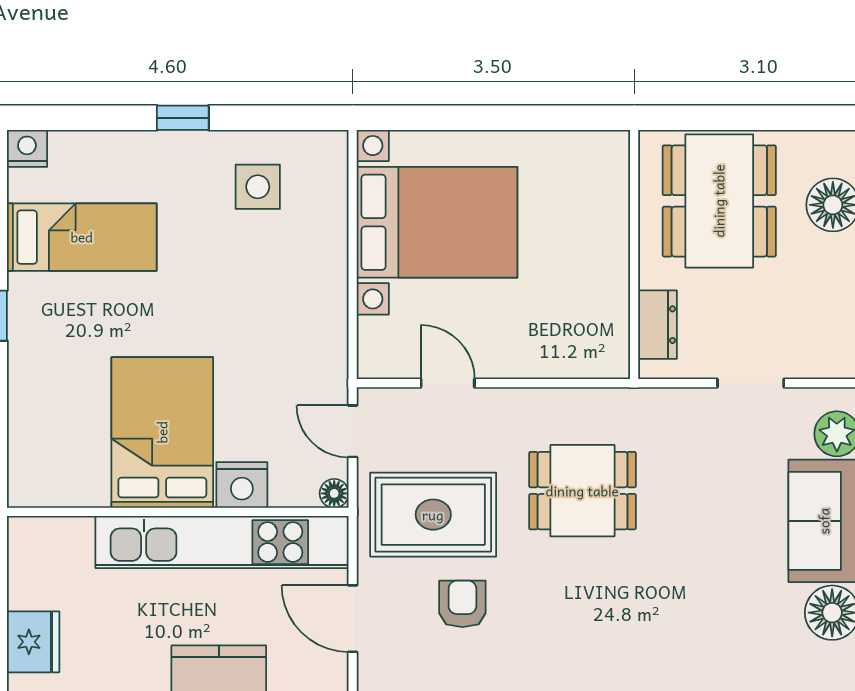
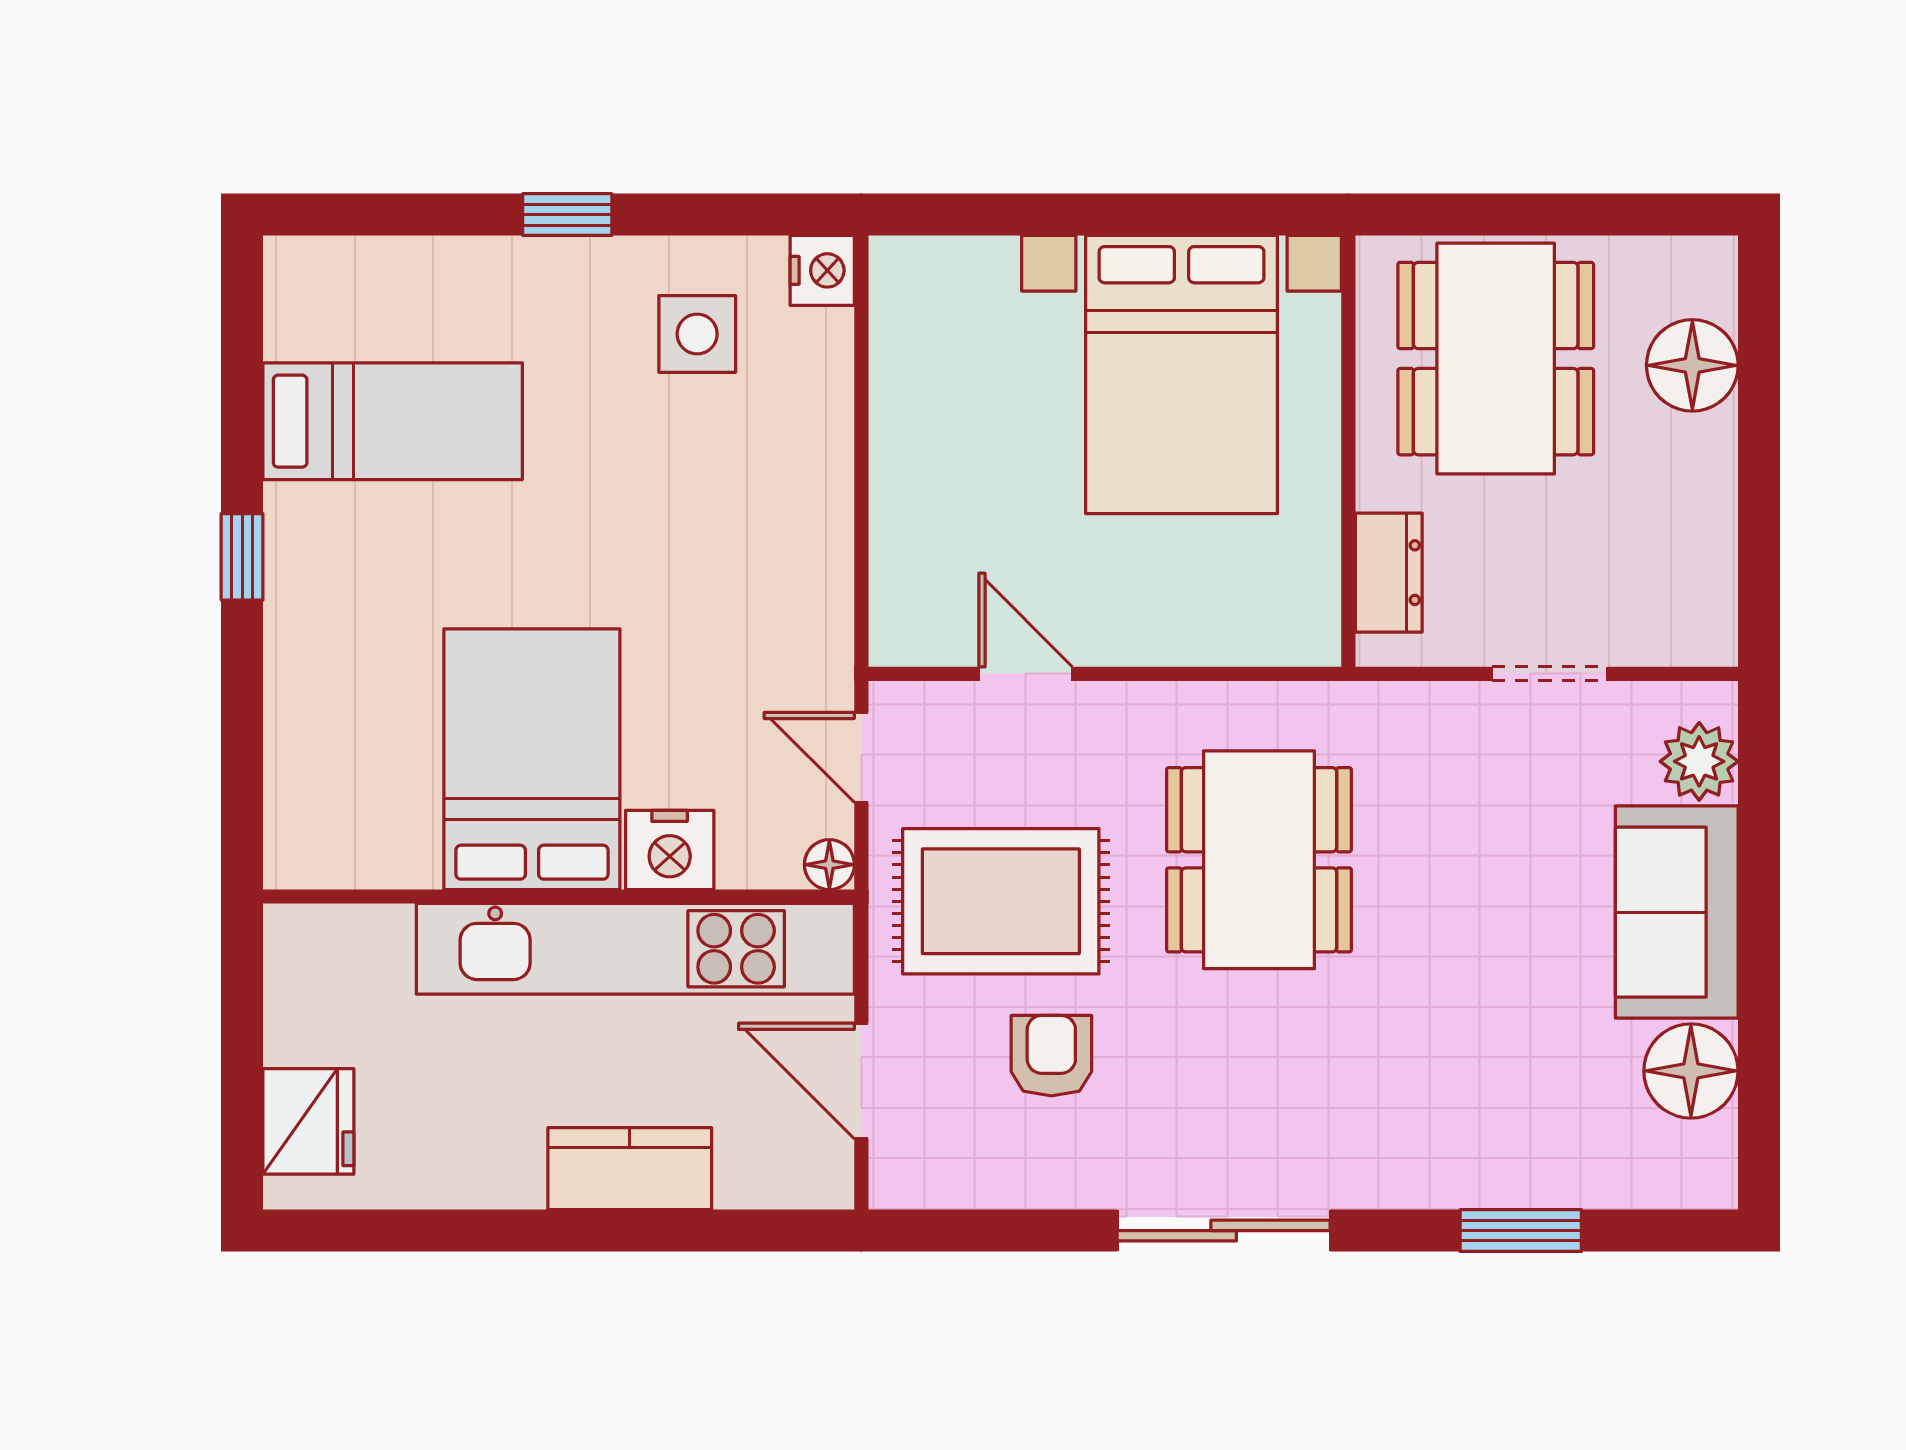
nightstand: (27, 148) -> (822, 270), moved, turned 90
bed with nightstands: (437, 222) -> (1182, 375), moved, turned 90
dining table: (582, 491) -> (1259, 860), width x1.37

